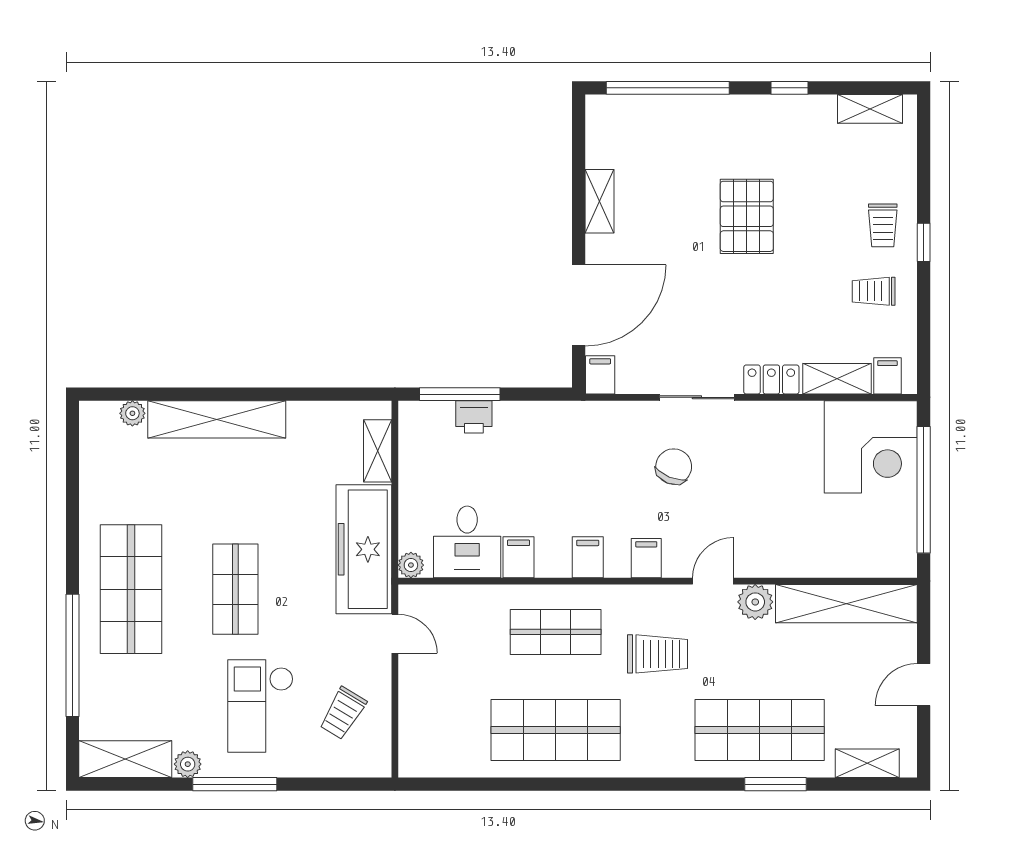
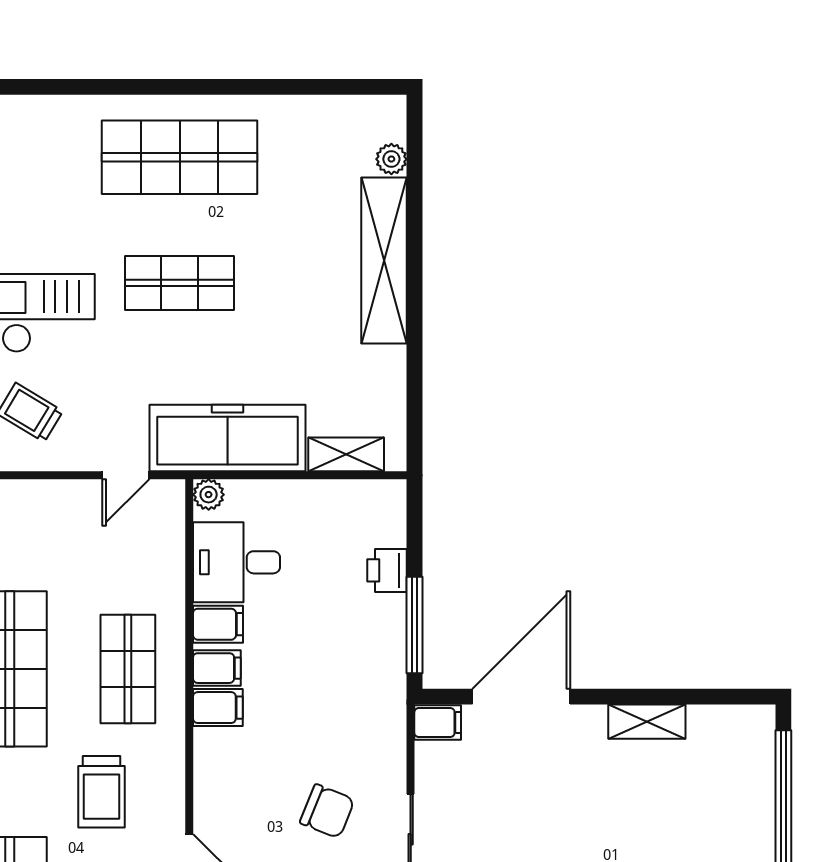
door: (579, 305) -> (521, 697), swing flipped
window: (460, 394) -> (414, 625), moved
filing cabinet: (646, 558) -> (217, 668), moved
window: (73, 655) -> (100, 87), removed

